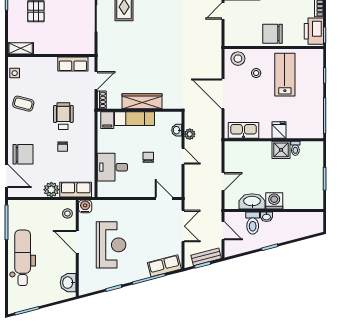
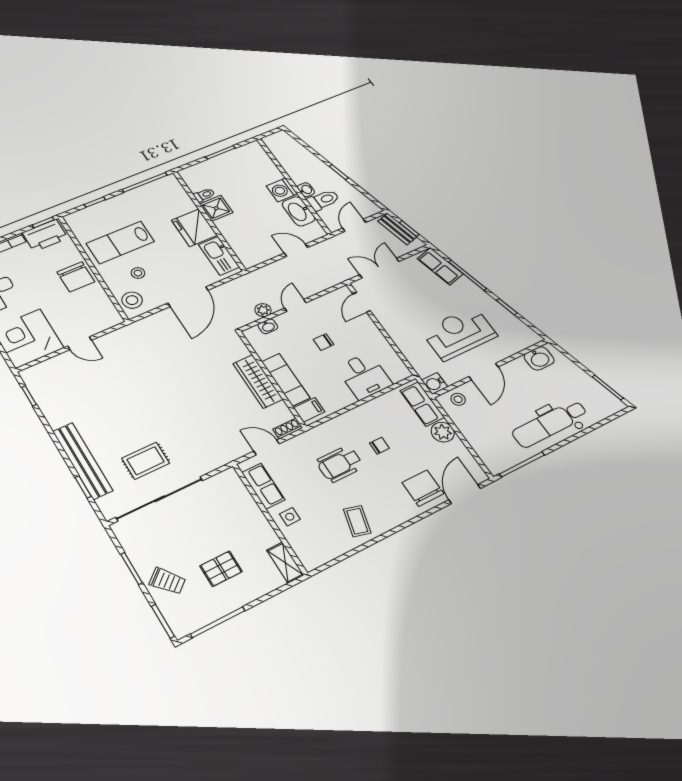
side table: (15, 73) -> (290, 517), moved
fridge: (279, 130) -> (194, 228), width x1.88, depth x1.34

